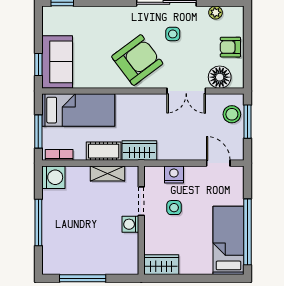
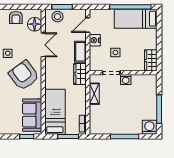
sofa: (57, 62) -> (32, 115), moved, turned -90
cot: (104, 151) -> (80, 52), moved
nightstand: (174, 174) -> (95, 40), moved
washing machine: (53, 177) -> (149, 127), moved

